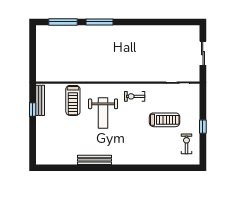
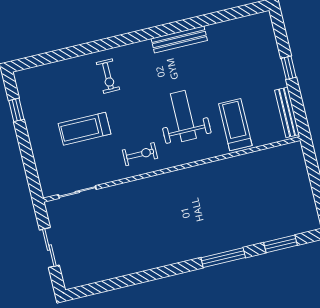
window: (63, 22) -> (281, 244), width x0.69
window: (33, 110) -> (289, 68), moved
window: (203, 127) -> (16, 110), moved
exercise bike: (187, 144) -> (108, 76), moved

